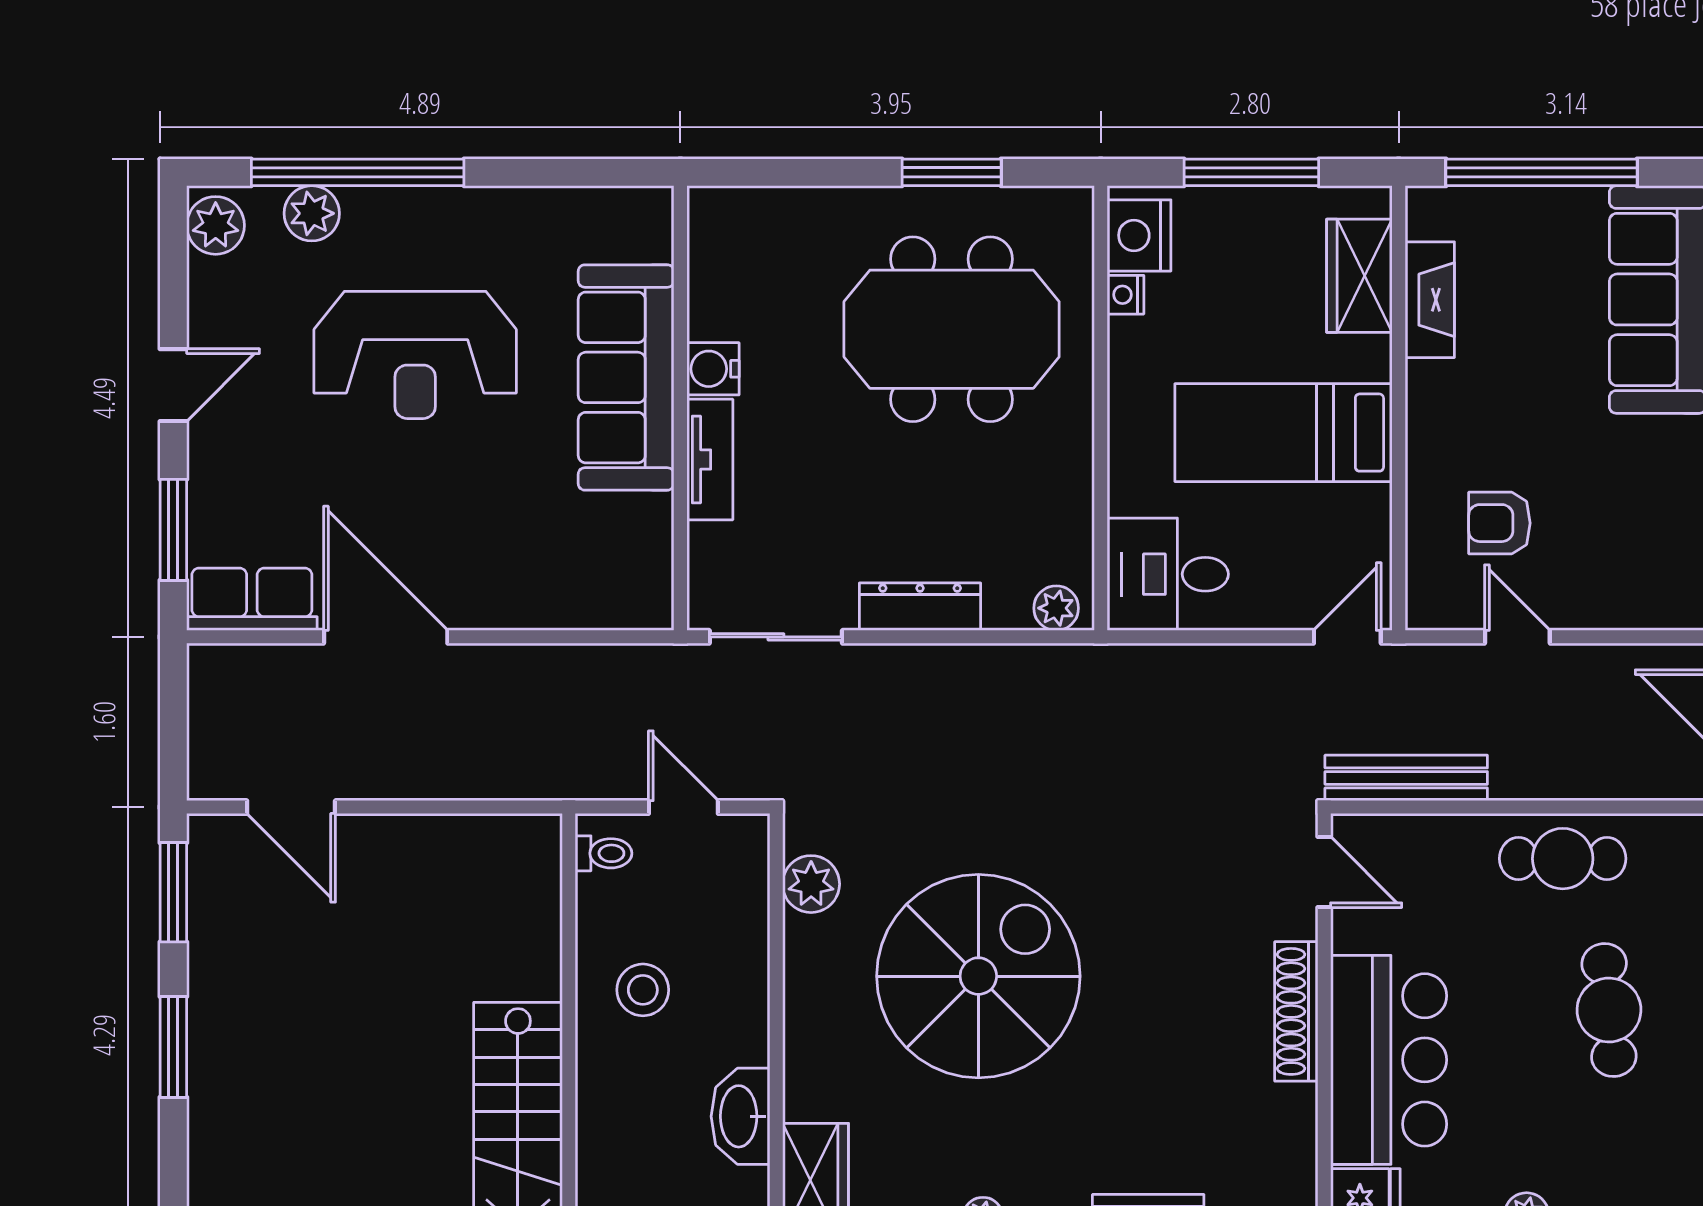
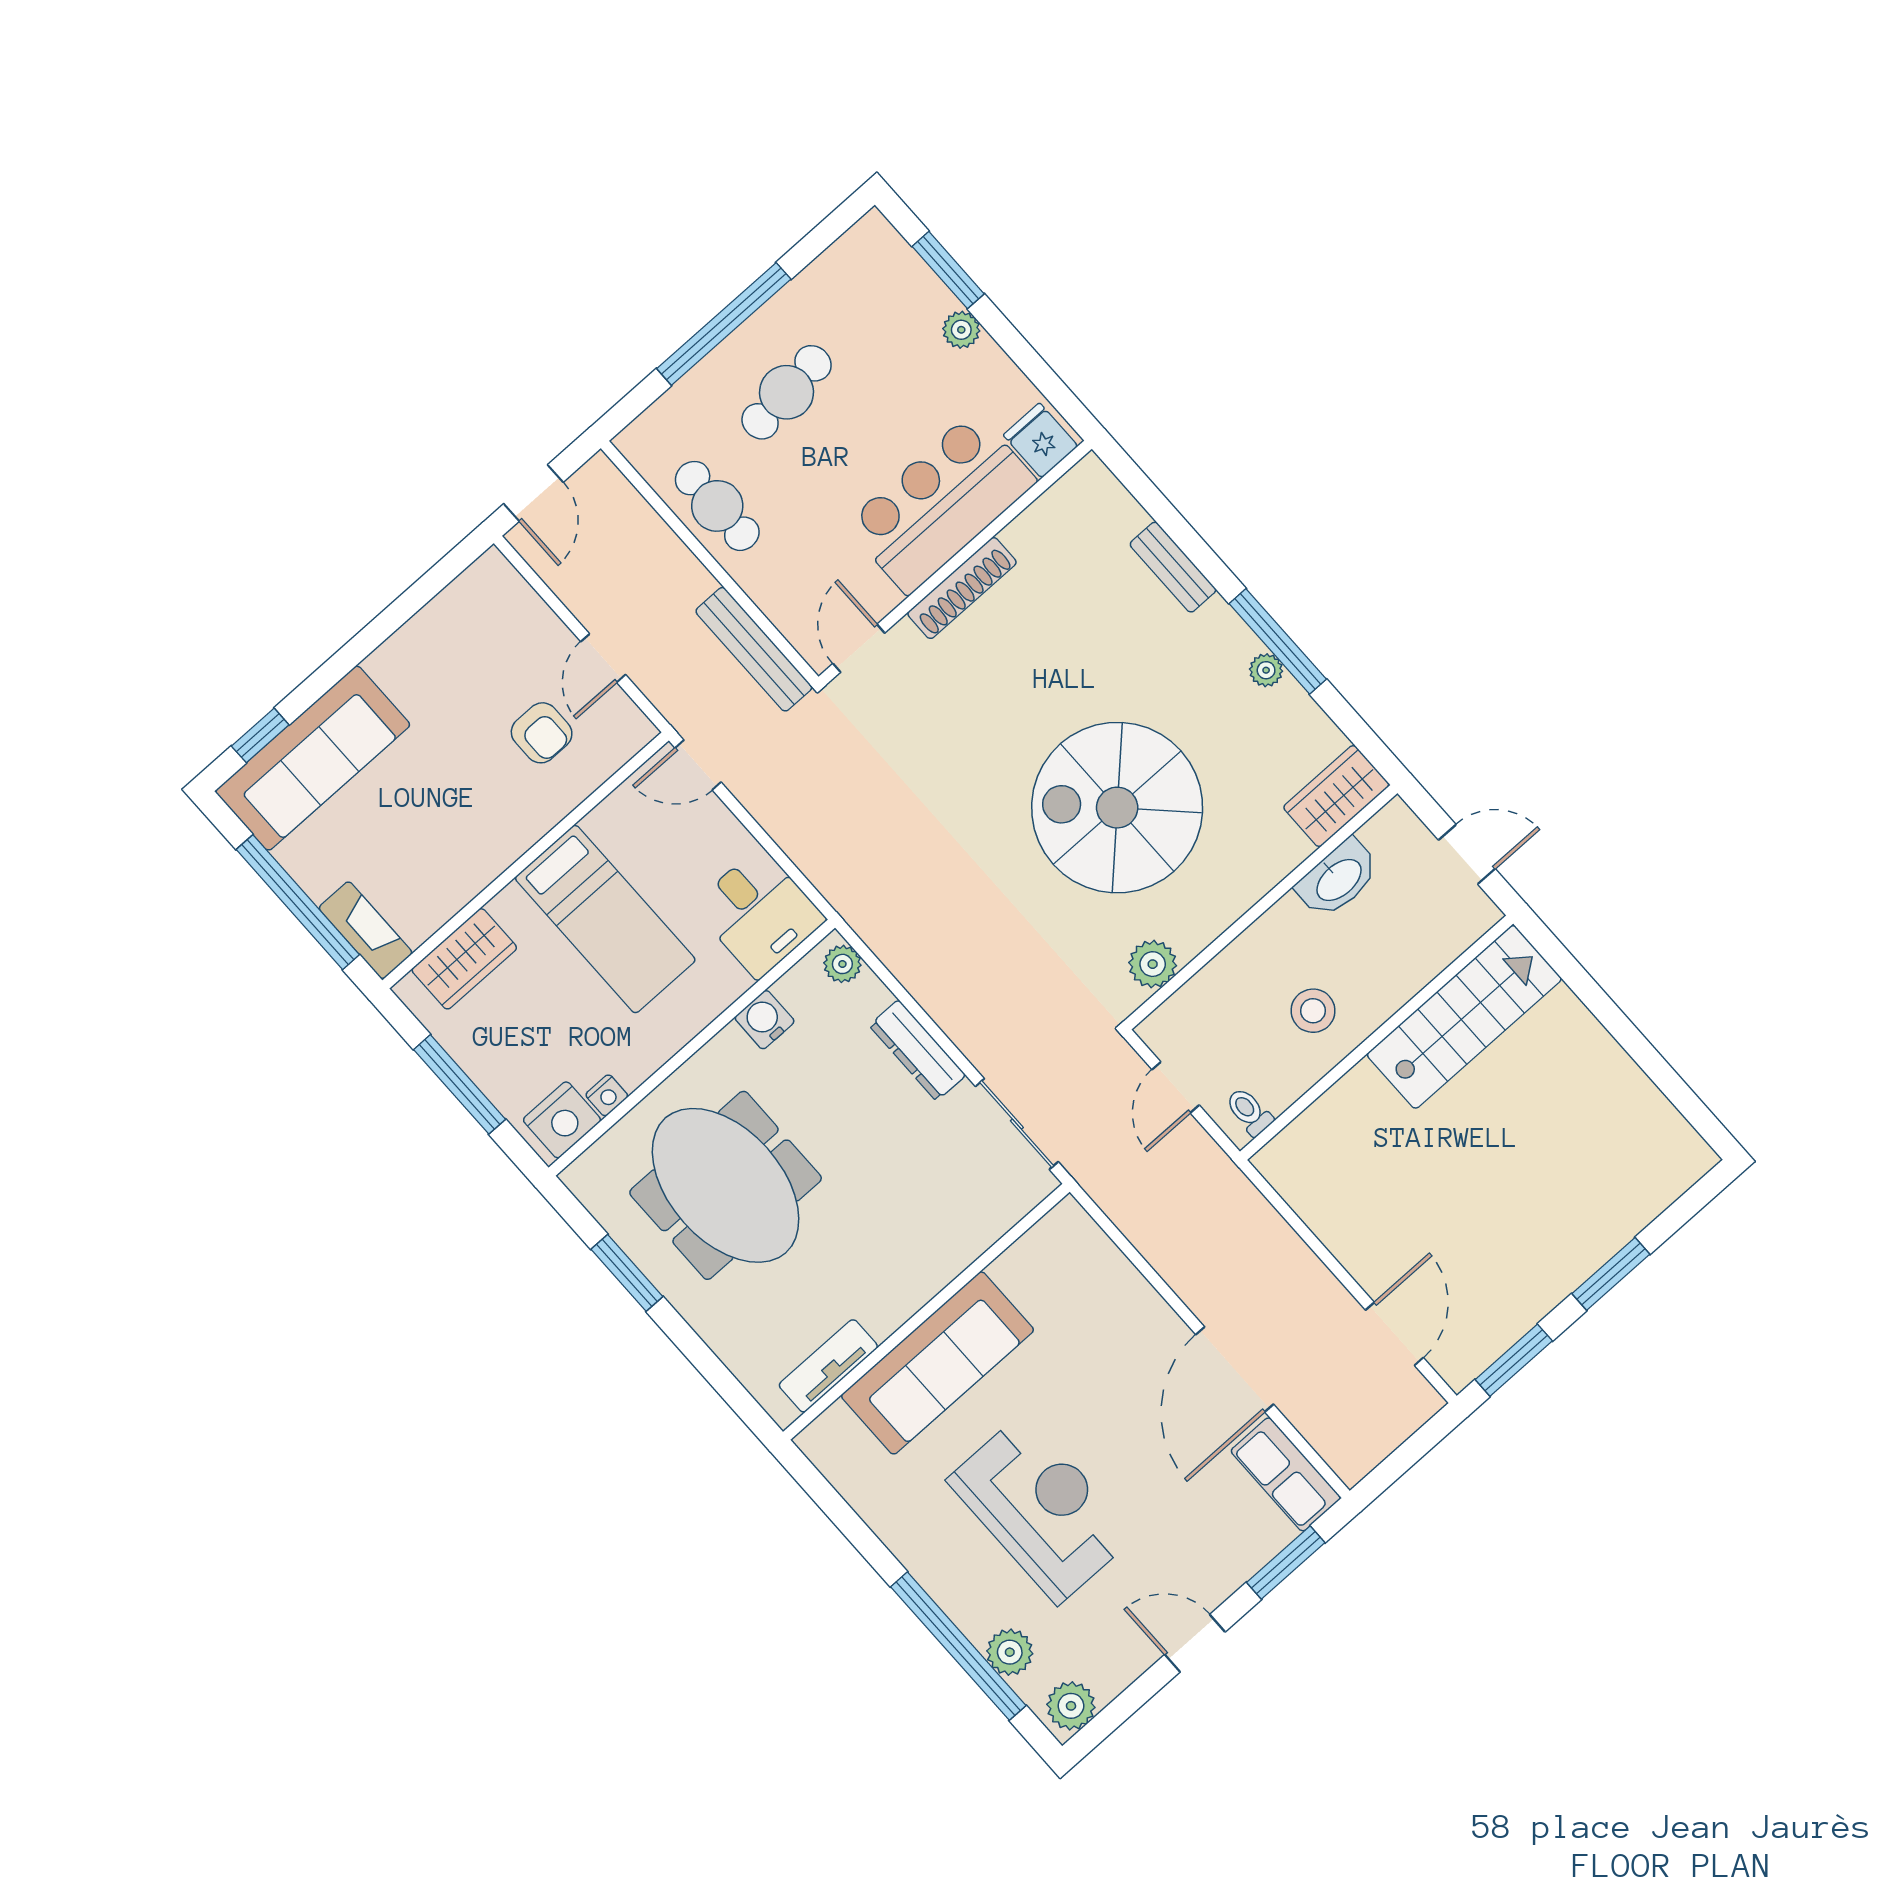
fireplace: (1430, 300) -> (365, 930), moved, turned 90
water cooler: (713, 369) -> (765, 1020), moved, turned 180
tv unit: (710, 459) -> (828, 1366), moved

